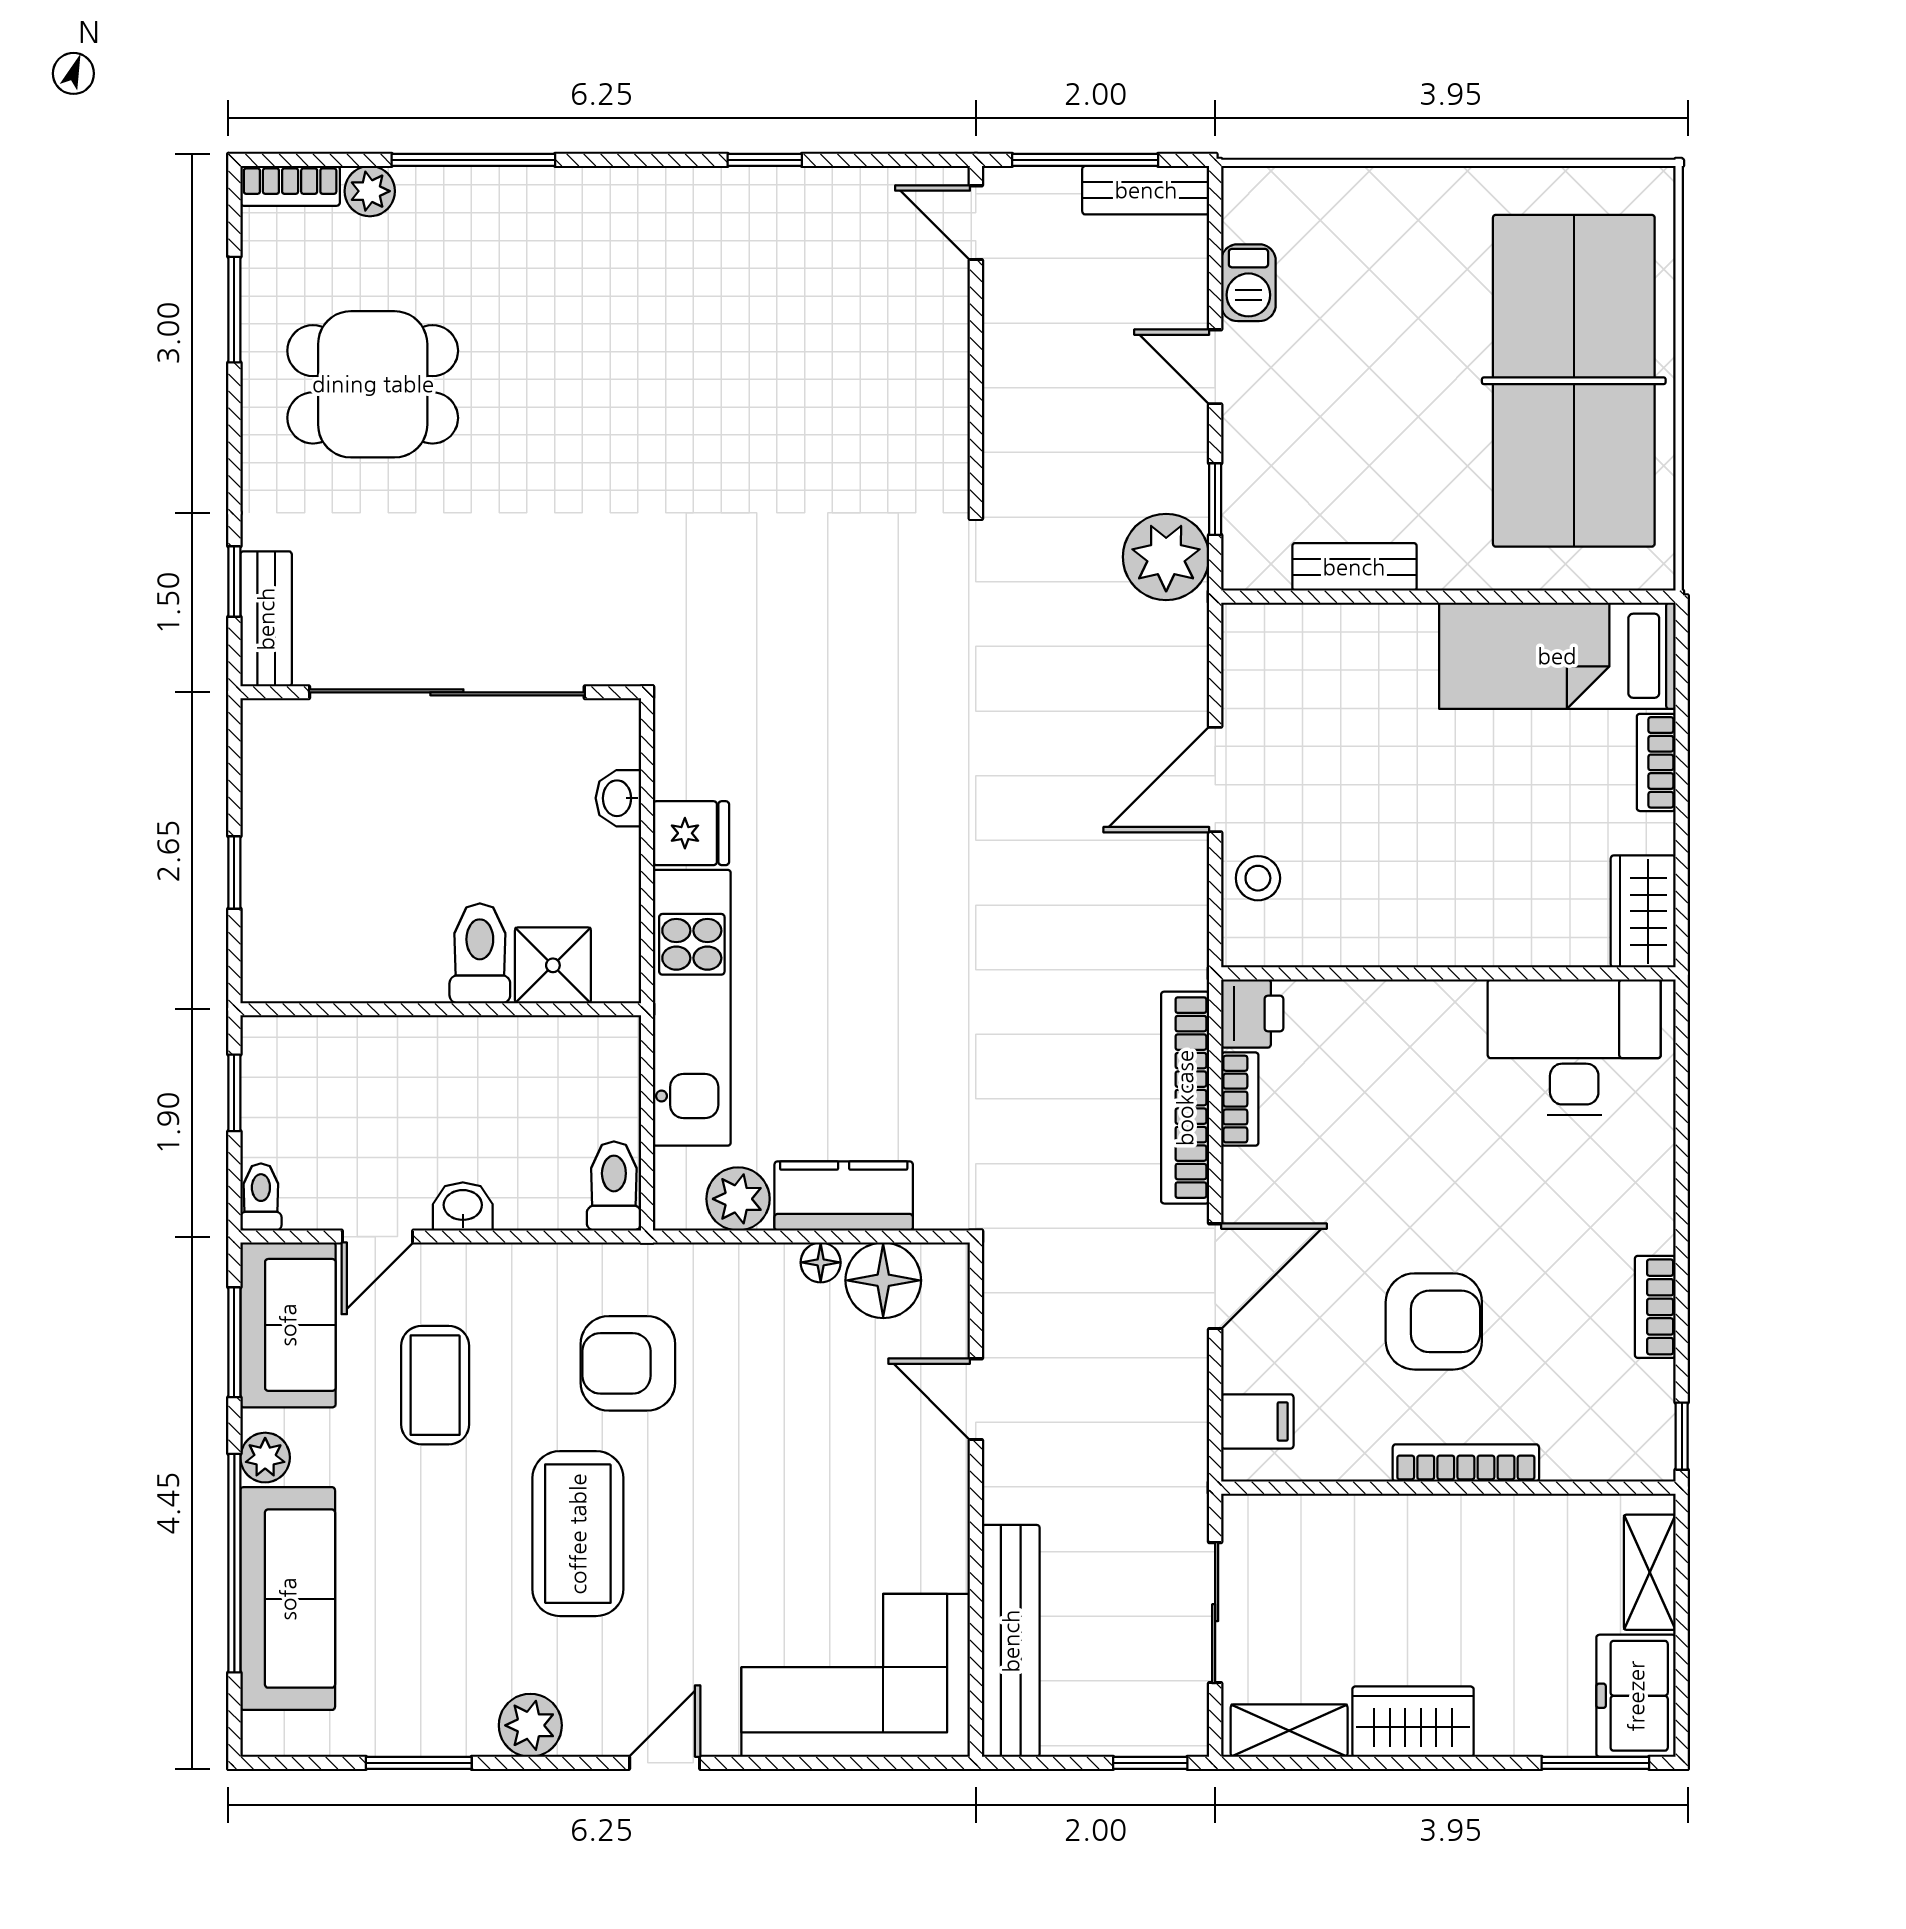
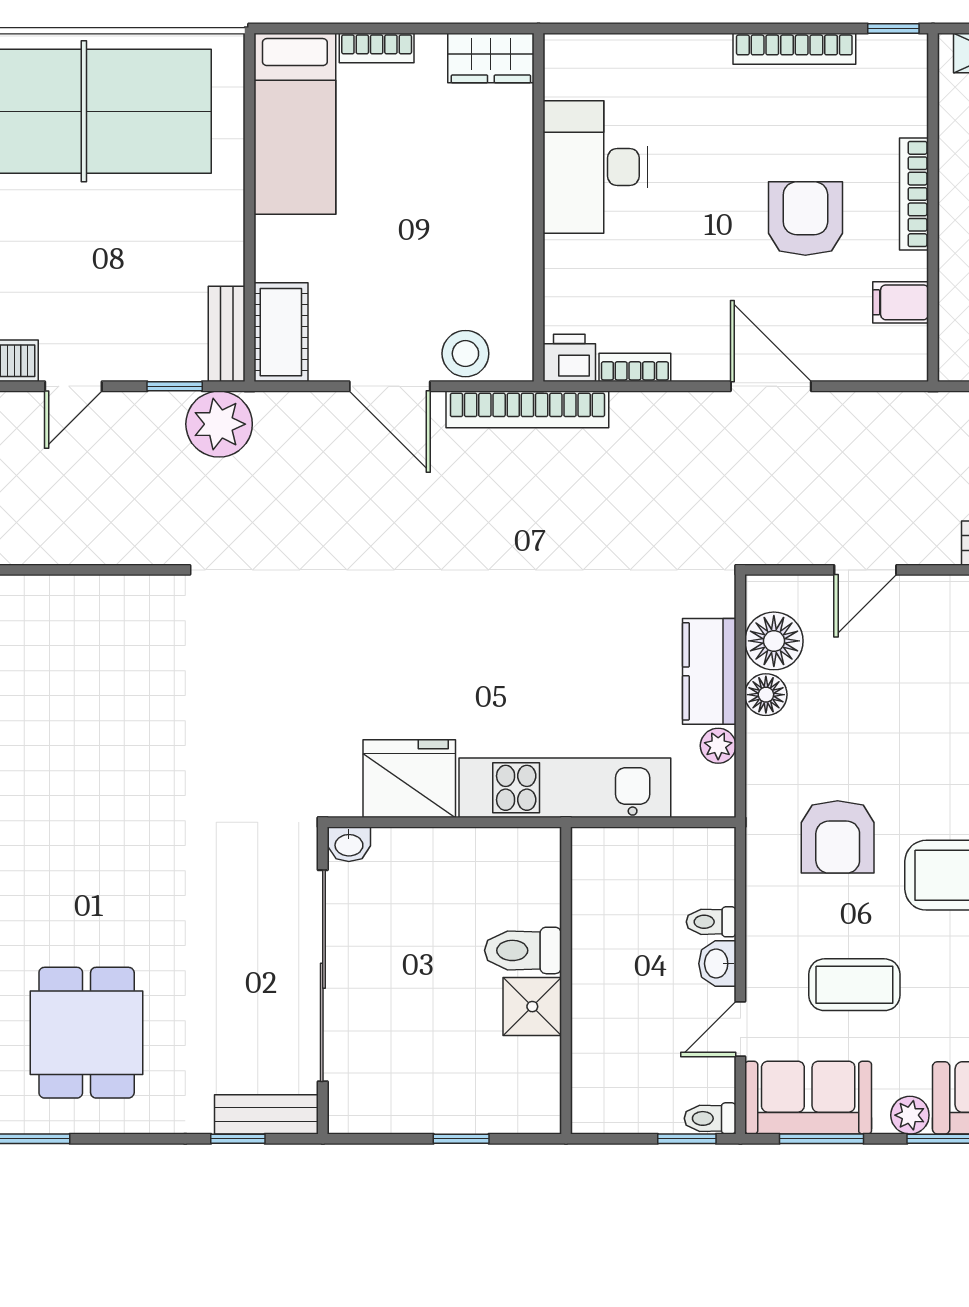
bench: (1354, 567) -> (227, 334), moved
cot: (1286, 638) -> (281, 332), added
washbasin: (618, 798) -> (349, 844), moved
fridge: (691, 833) -> (409, 779), width x1.88, depth x1.34
stool: (1258, 878) -> (465, 354), width x1.37, depth x1.37
shower: (553, 965) -> (532, 1007), moved
desk: (1574, 1047) -> (595, 167), moved
window: (234, 1093) -> (687, 1139), moved
bookcase: (1185, 1098) -> (527, 409), moved
toilet: (614, 1186) -> (711, 922), moved, width x0.73, depth x0.72
plant: (738, 1199) -> (718, 746), width x0.73, depth x0.73
door: (377, 1237) -> (740, 1029), swing flipped
floor lamp: (821, 1262) -> (766, 695), width x1.37, depth x1.37
bookcase: (1655, 1307) -> (794, 49), width x1.56
filing cabinet: (1257, 1421) -> (901, 302), moved, turned -90

